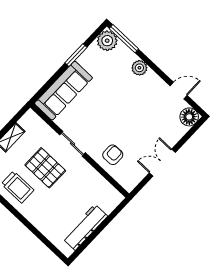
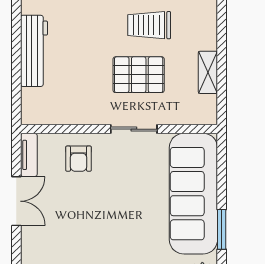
sofa: (63, 91) -> (193, 194), width x1.36, depth x1.27
tv unit: (135, 179) -> (29, 155), added

